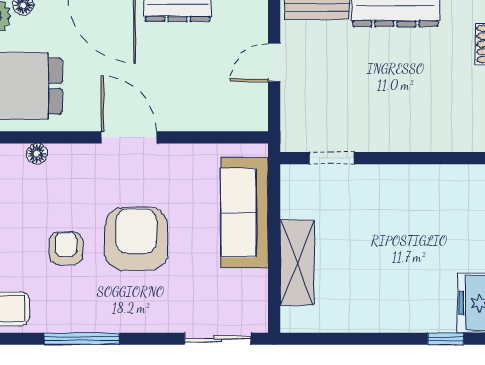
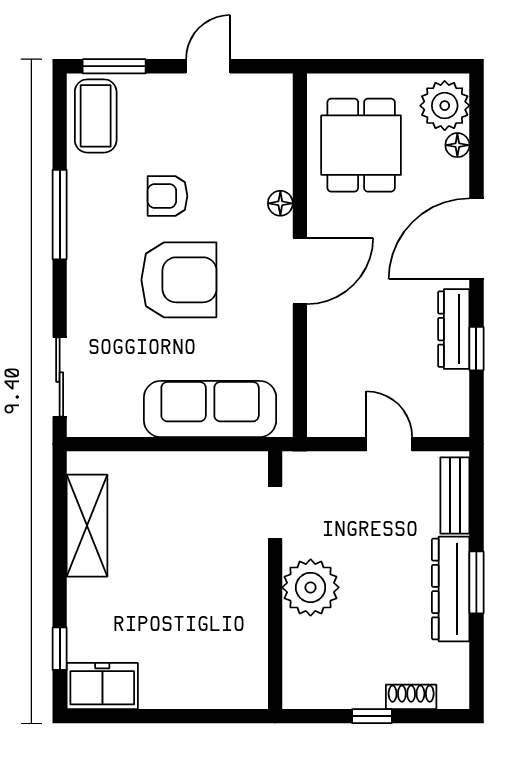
plant: (394, 128) -> (311, 587), added
floor lamp: (37, 154) -> (280, 203), moved
armchair: (66, 248) -> (167, 196), turned 180
shelving: (297, 263) -> (87, 526), moved, turned 90

